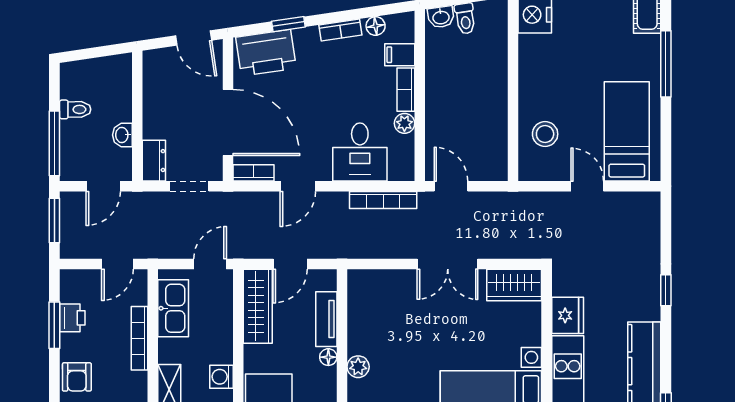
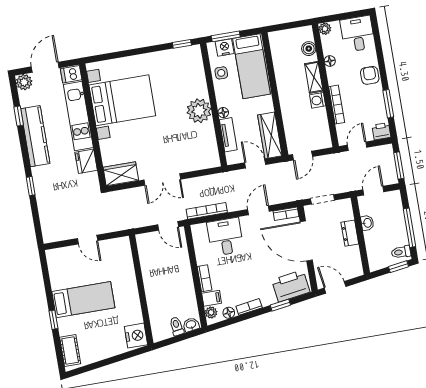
window: (83, 54) -> (398, 267), added
window: (666, 64) -> (53, 320), width x0.46
toilet: (75, 109) -> (401, 252), moved
plant: (404, 123) -> (211, 312), moved
bed: (627, 131) -> (83, 300), moved, turned -90
stool: (545, 134) -> (118, 266), removed
window: (54, 143) -> (409, 228), moved
dresser: (154, 161) -> (350, 233), moved
door: (290, 264) -> (255, 164), hinge flipped
double door: (448, 264) -> (162, 180), swing flipped
kitchen sink: (173, 308) -> (320, 126), removed
printer: (72, 318) -> (381, 131), moved, turned 90
plant: (358, 367) -> (199, 111), width x1.88, depth x1.88
washing machine: (222, 377) -> (318, 100), moved, turned 180

